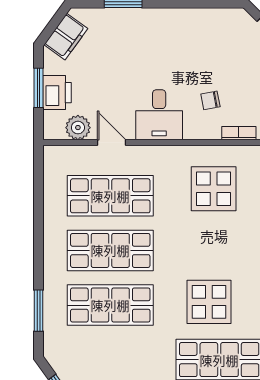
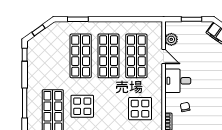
printer: (57, 93) -> (189, 29), removed
door: (111, 142) -> (164, 56), hinge flipped

